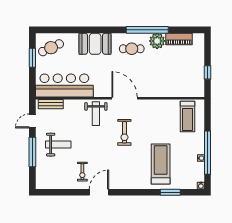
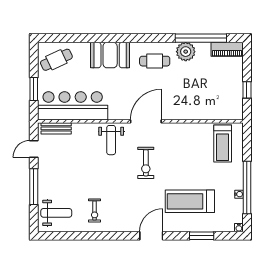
window: (147, 30) -> (201, 38), moved
piano: (179, 39) -> (227, 49), moved
window: (32, 58) -> (34, 89), moved
door: (125, 98) -> (146, 121), hinge flipped
weight bench: (58, 145) -> (56, 213), moved
treadmill: (161, 164) -> (190, 201), turned -90
door: (99, 192) -> (151, 236), moved

